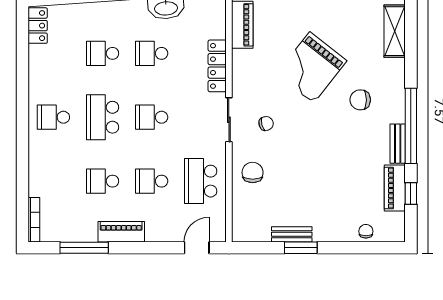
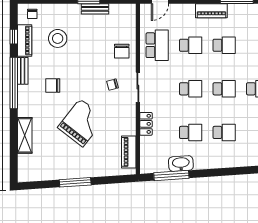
shelving: (395, 31) -> (25, 135), moved
locker: (217, 66) -> (146, 124), width x0.66
chair: (360, 100) -> (53, 86), moved, turned 180
school desk: (103, 117) -> (224, 89), width x0.54
stool: (346, 191) -> (58, 38), added
chair: (366, 231) -> (32, 14), moved

